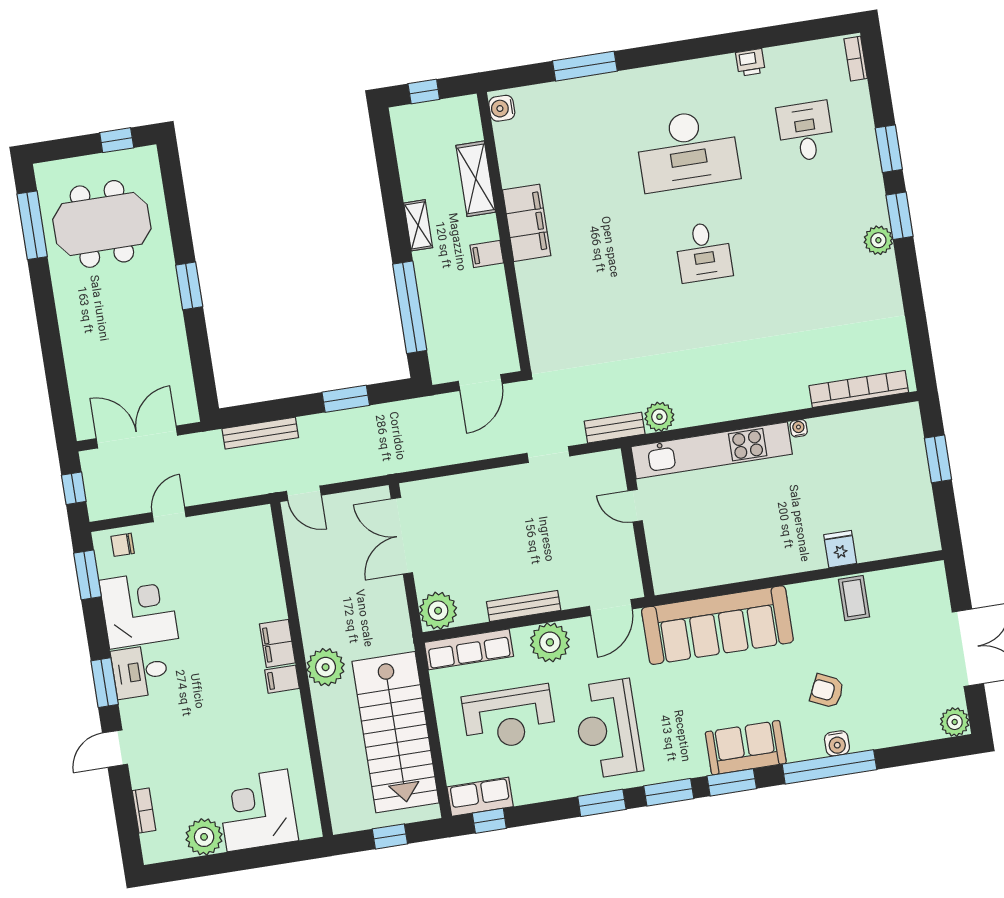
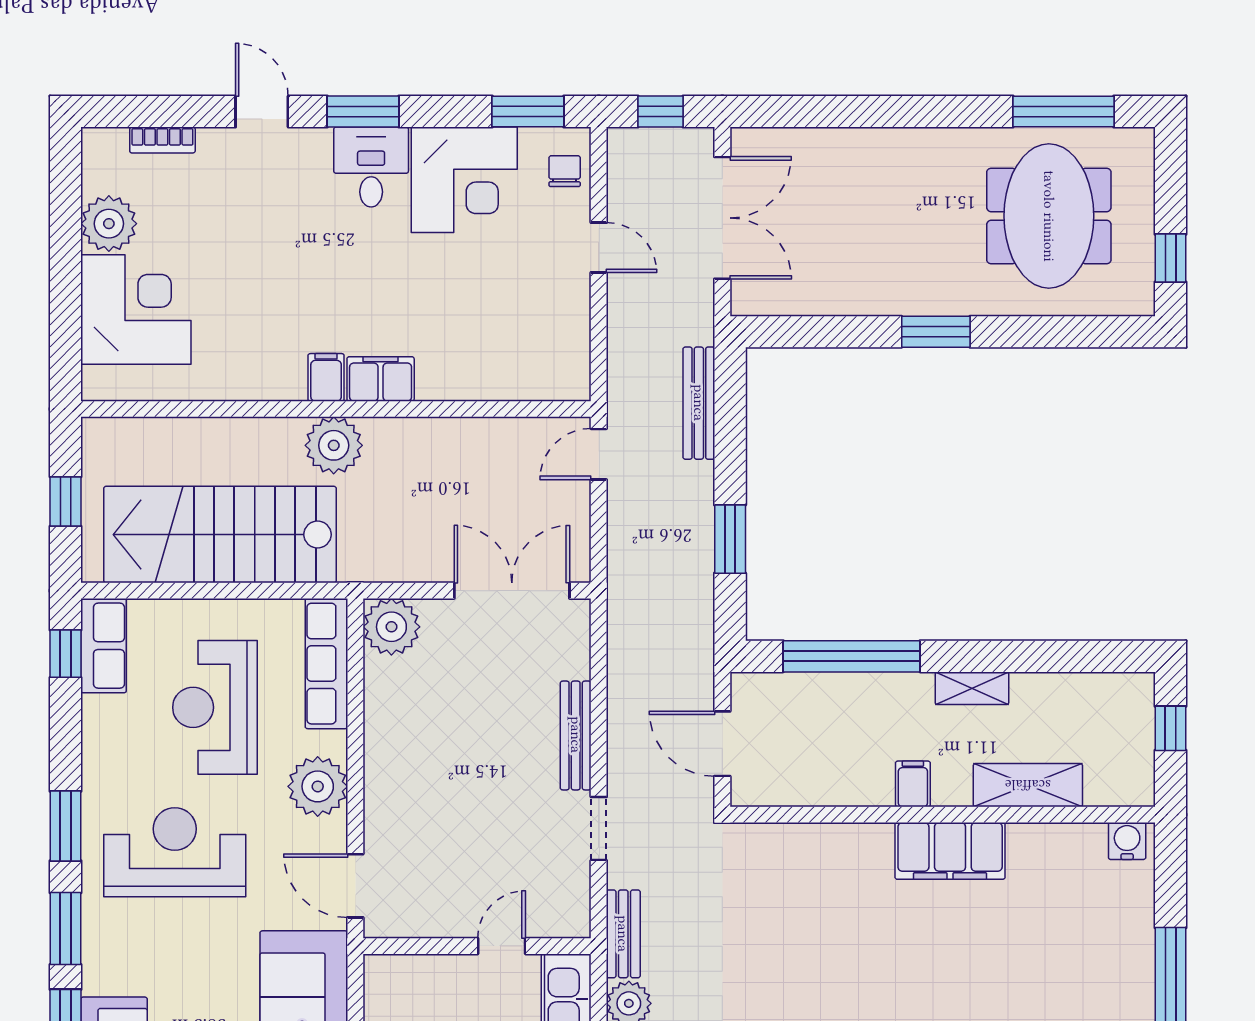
bench: (524, 606) -> (576, 735), moved

